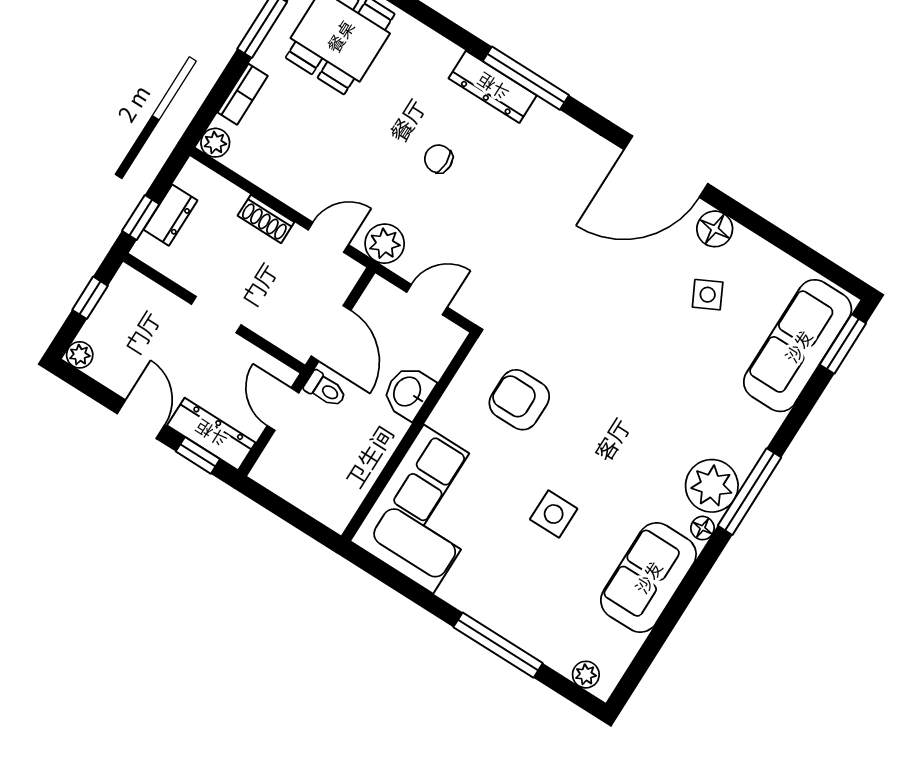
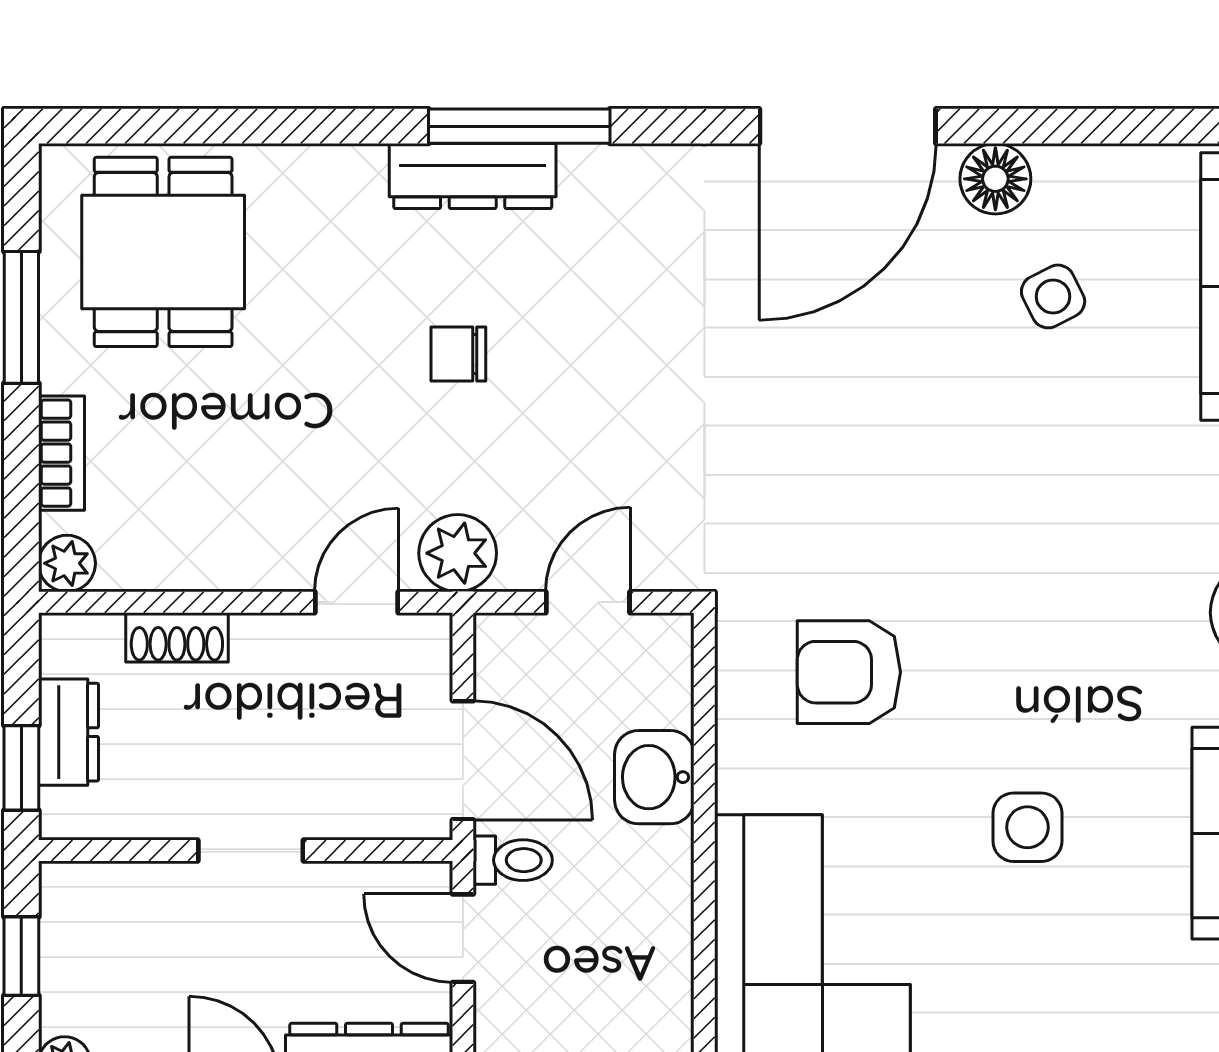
shoe rack: (266, 219) -> (177, 637), moved

